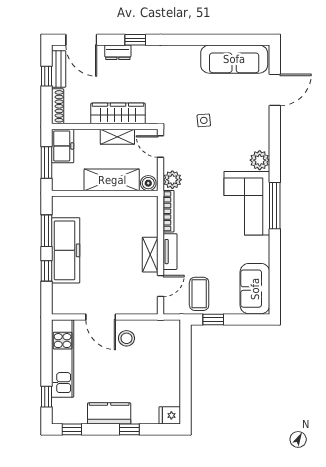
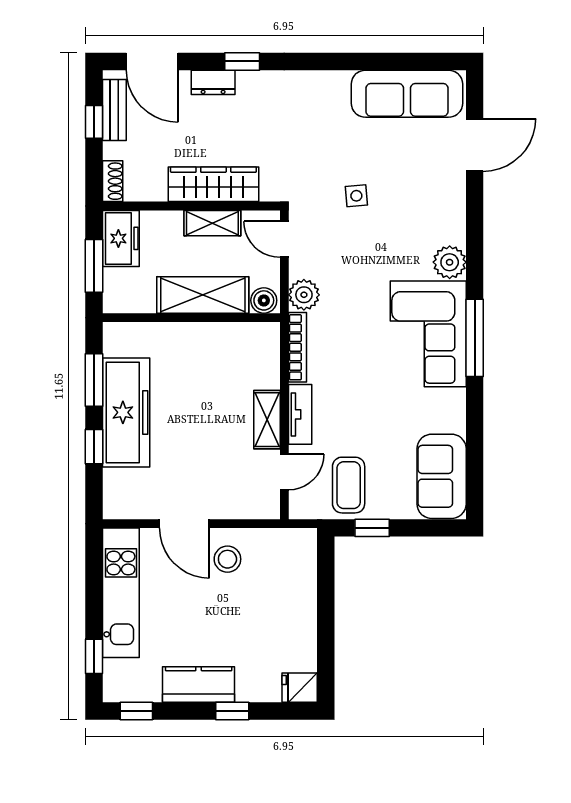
shoe rack: (58, 106) -> (113, 181), width x0.70

